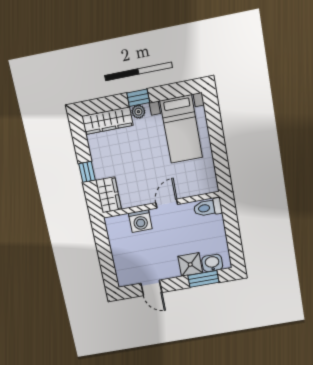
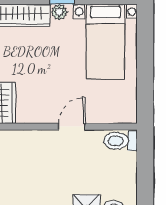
washing machine: (140, 221) -> (36, 142), removed

